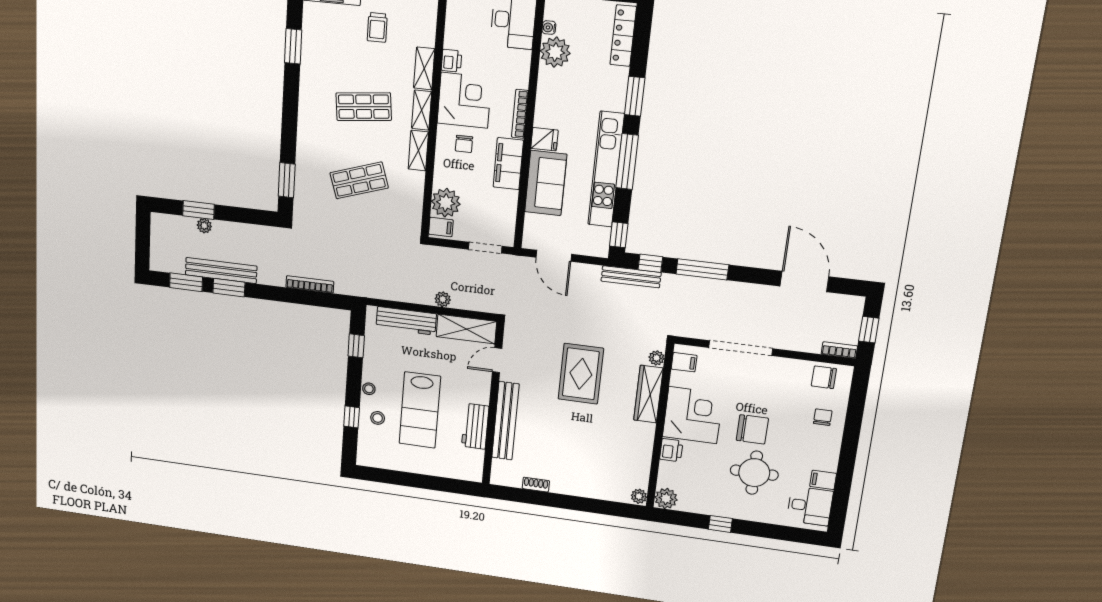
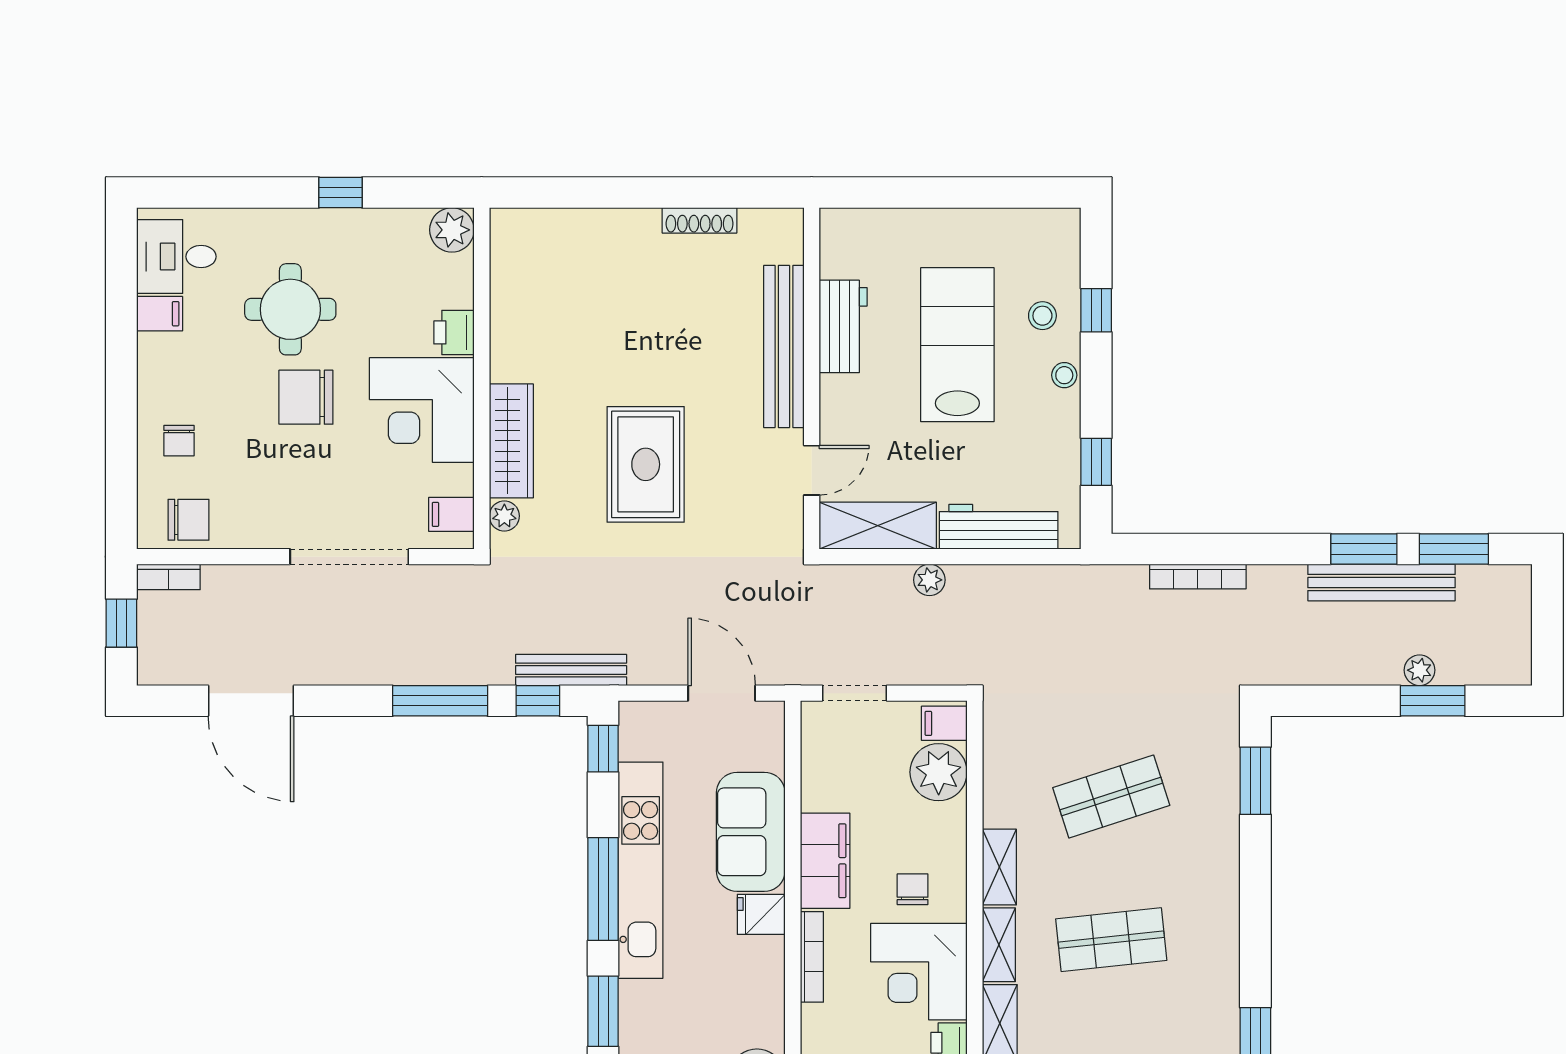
shoe rack: (536, 485) -> (700, 220), width x1.43
plant: (639, 496) -> (505, 227), removed

